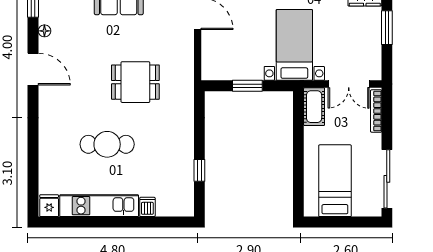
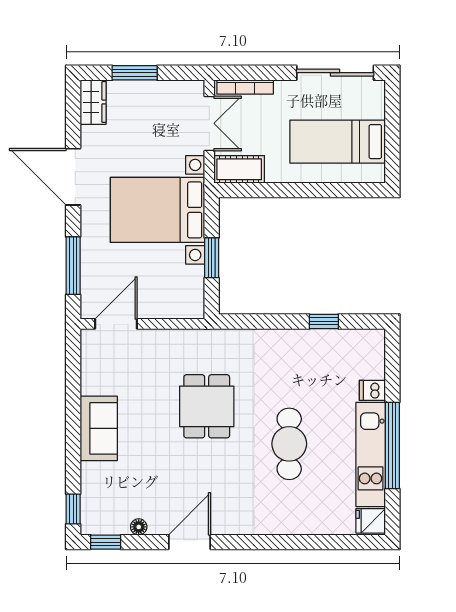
bed with nightstands: (294, 45) -> (157, 210), width x1.36
window: (106, 222) -> (392, 446), added

